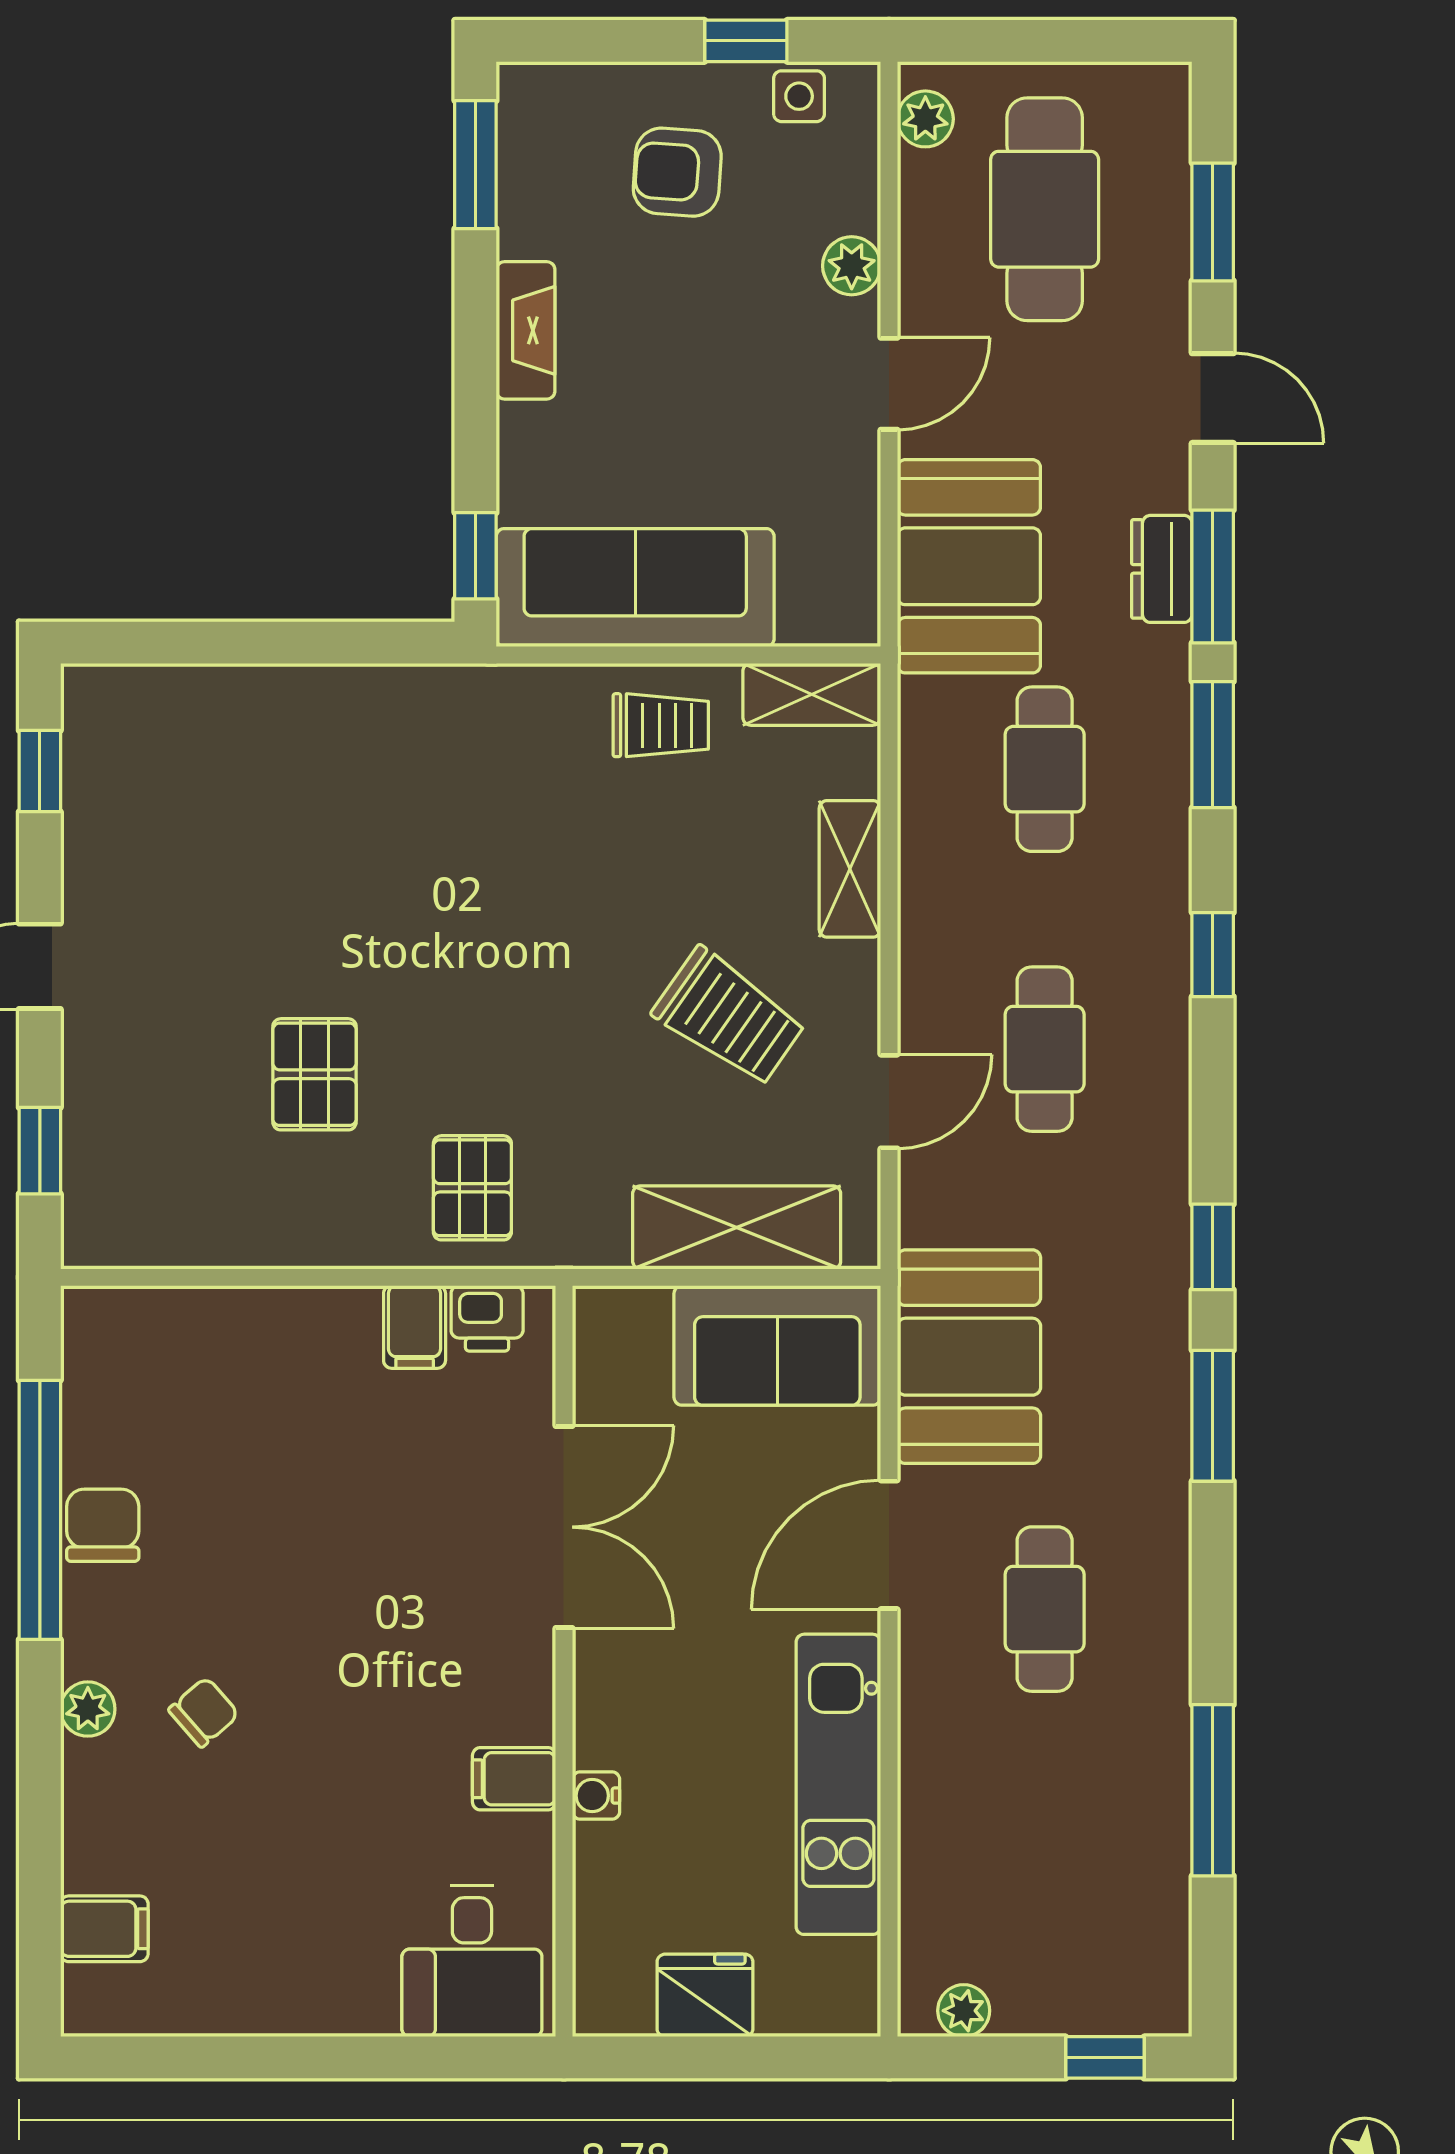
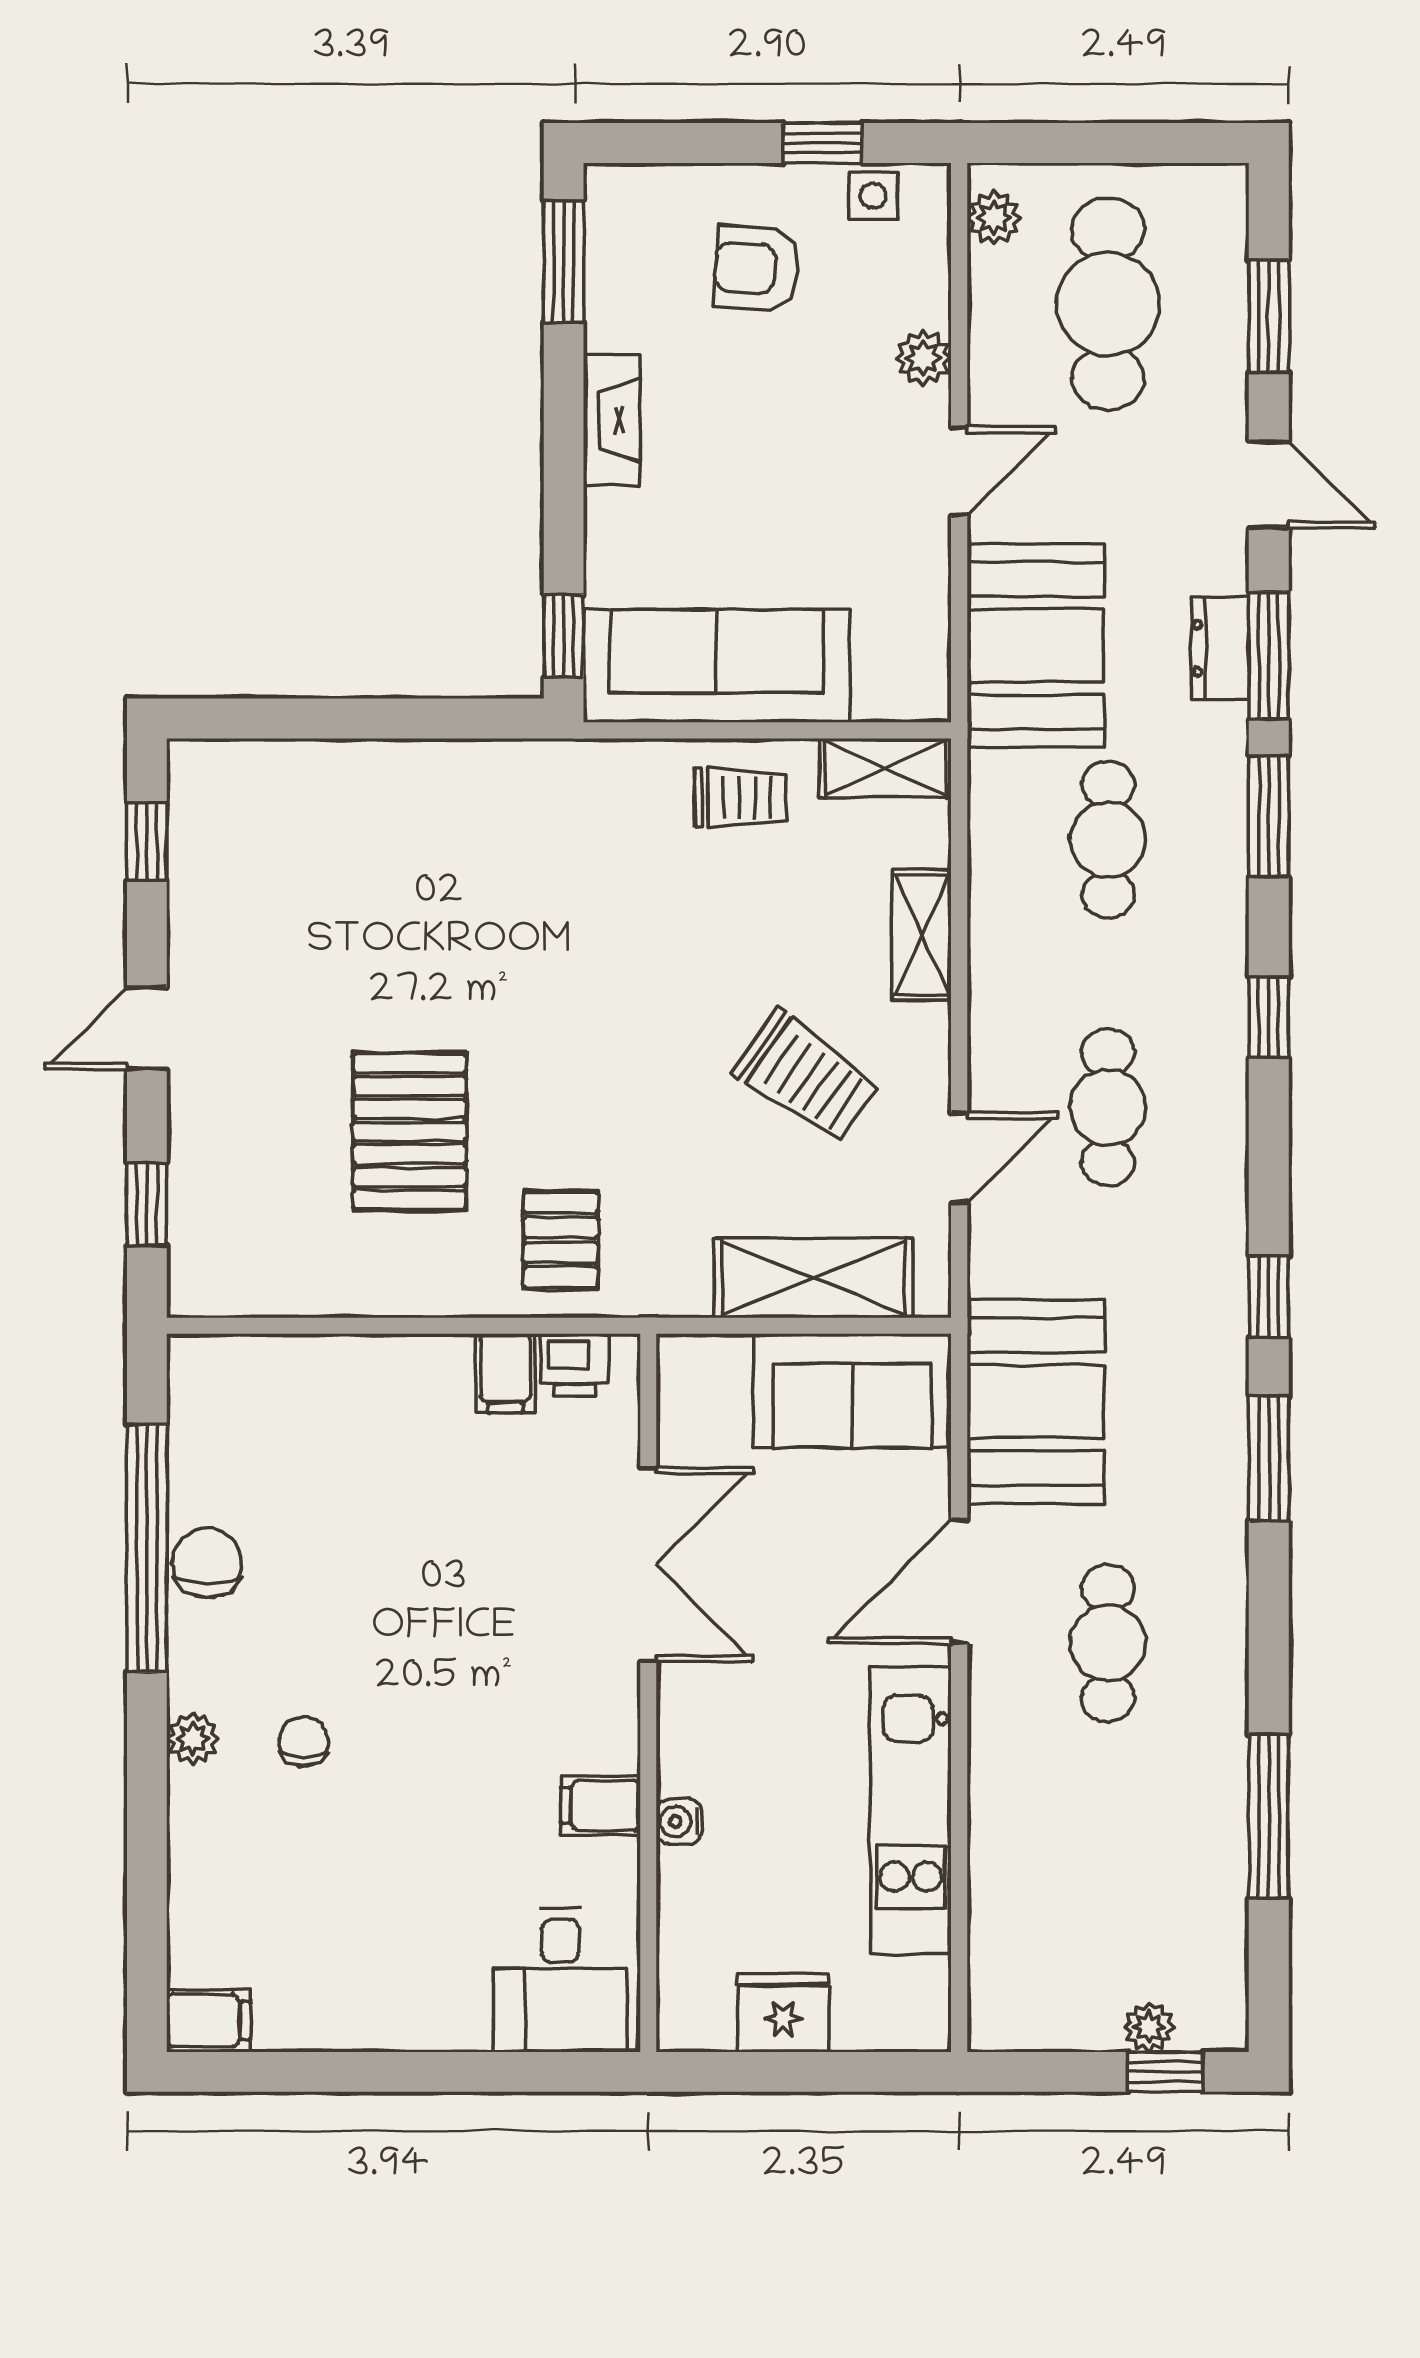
pallet: (314, 1074) -> (410, 1131), width x1.50, depth x1.42
chair: (204, 1712) -> (304, 1742), turned -49
filing cabinet: (104, 1929) -> (209, 2021), moved
plant: (964, 2011) -> (1149, 2027), moved

